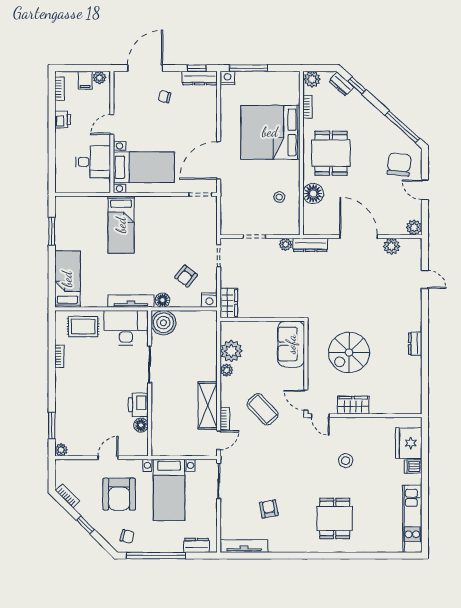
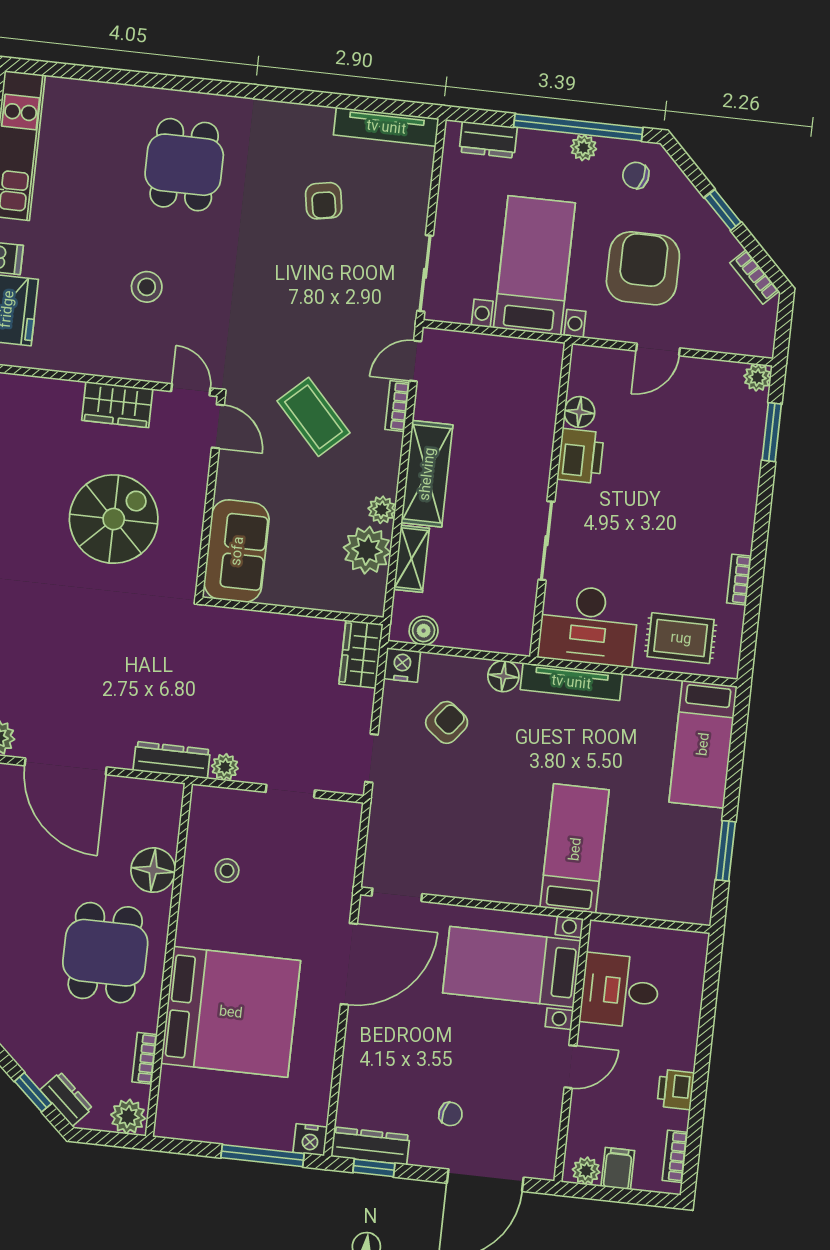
boiler: (163, 323) -> (424, 631), moved, width x0.54, depth x0.54
shelving: (211, 349) -> (411, 559), added
shelving: (208, 405) -> (427, 474), moved
plant: (152, 546) -> (584, 148), added

